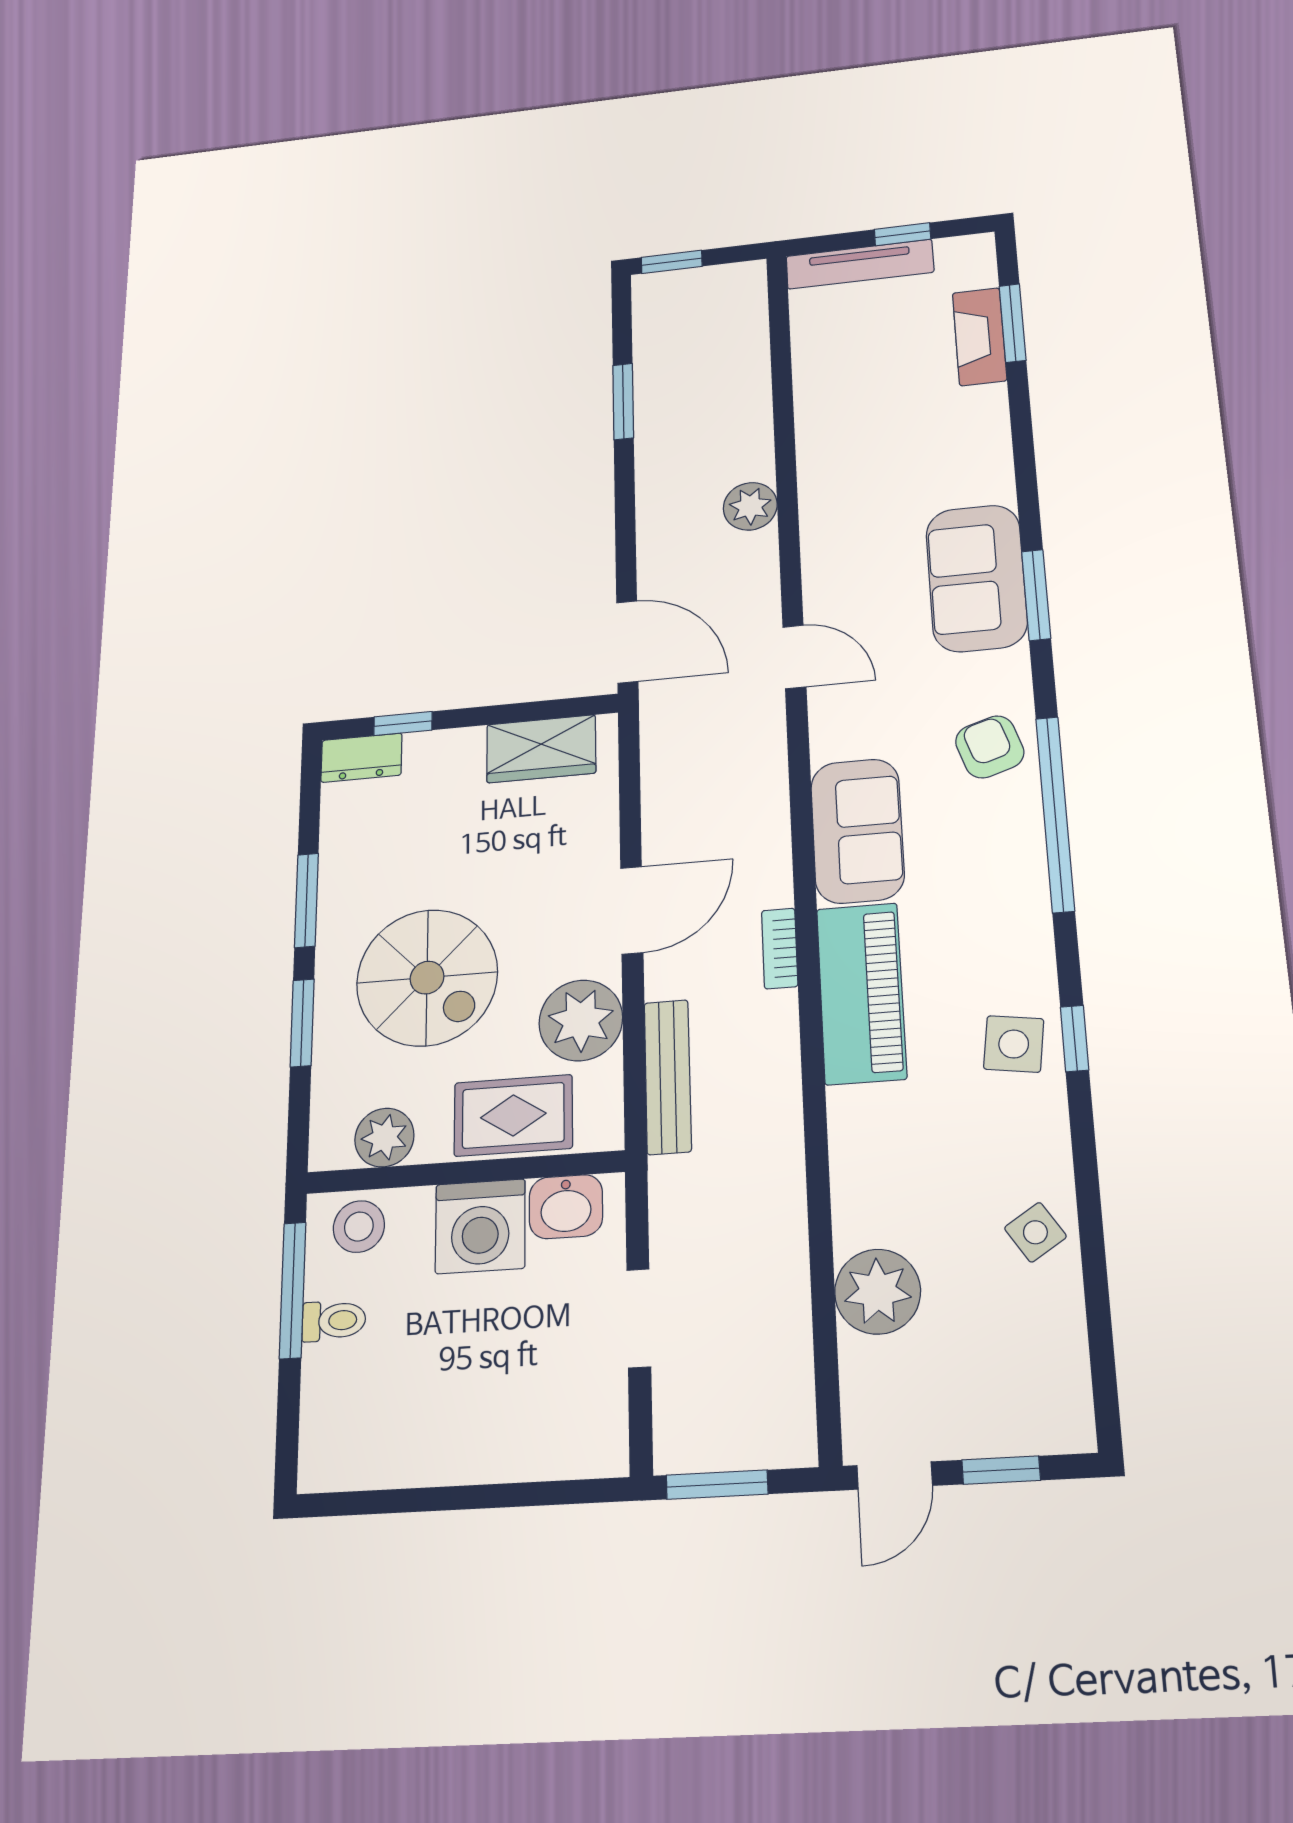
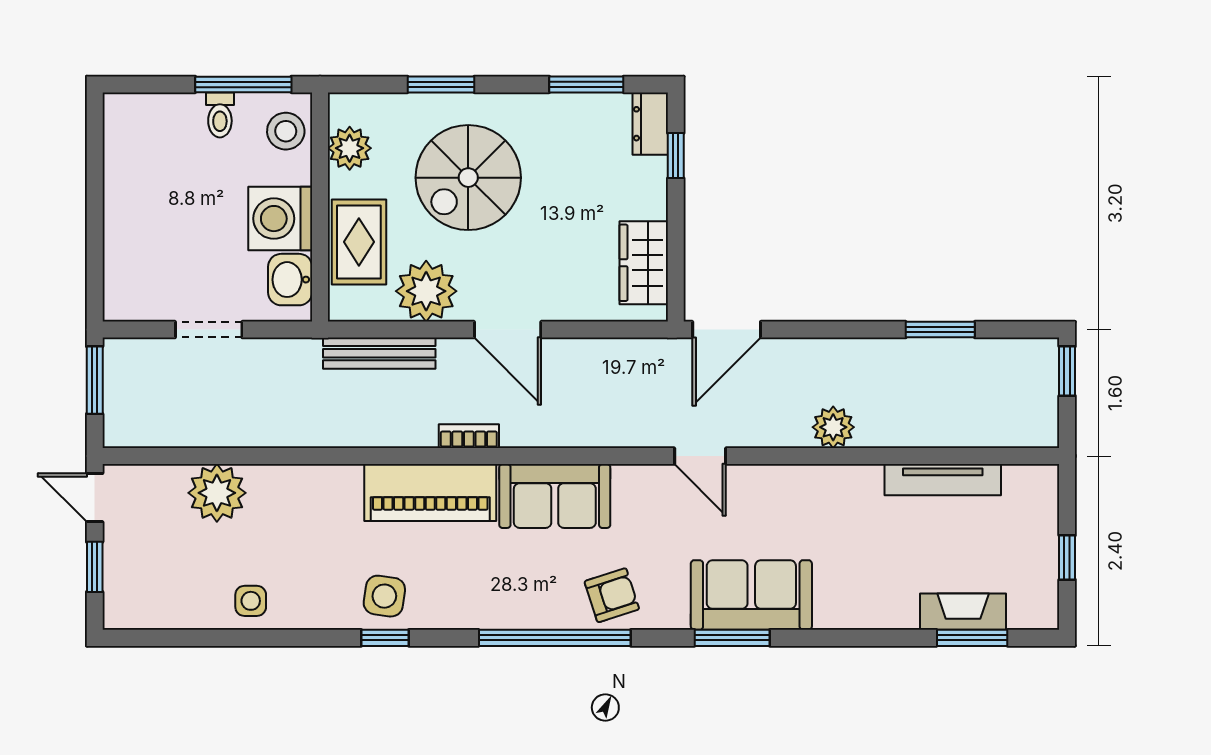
tv unit: (860, 264) -> (943, 480), moved, turned -90
door: (794, 657) -> (700, 456), hinge flipped
window: (306, 900) -> (586, 84), moved
side table: (1035, 1232) -> (251, 601), turned 33

